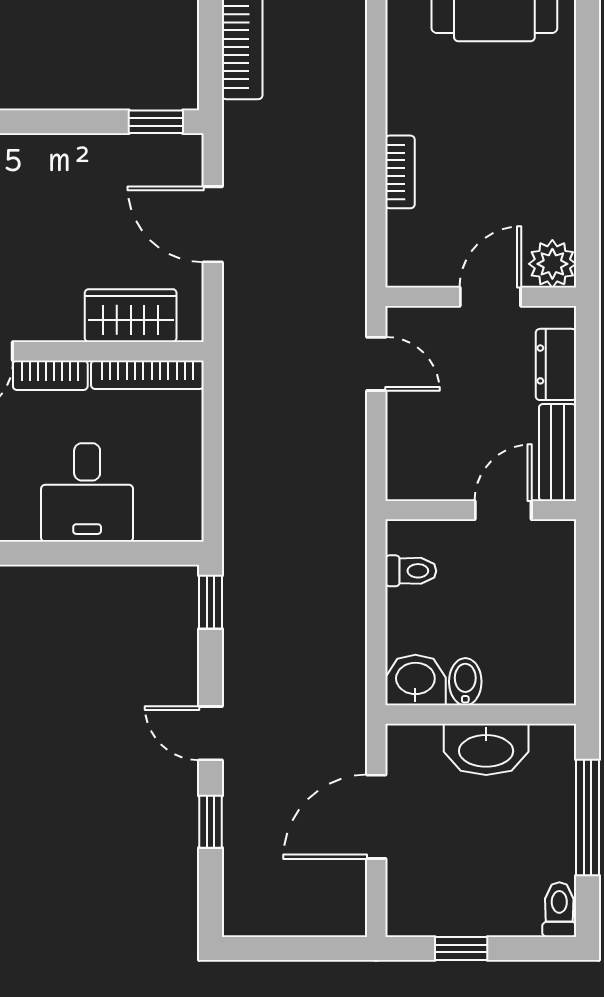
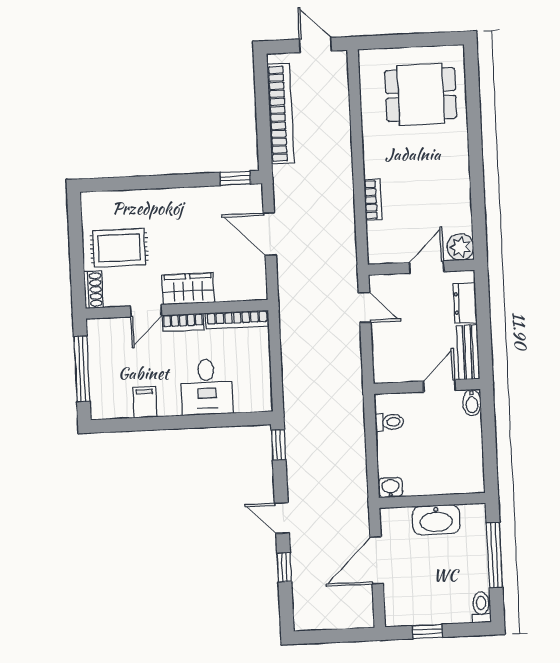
wardrobe: (131, 316) -> (188, 289), moved
washbasin: (415, 680) -> (390, 487), width x0.72, depth x0.69
bidet: (465, 682) -> (472, 403), moved, turned 180

